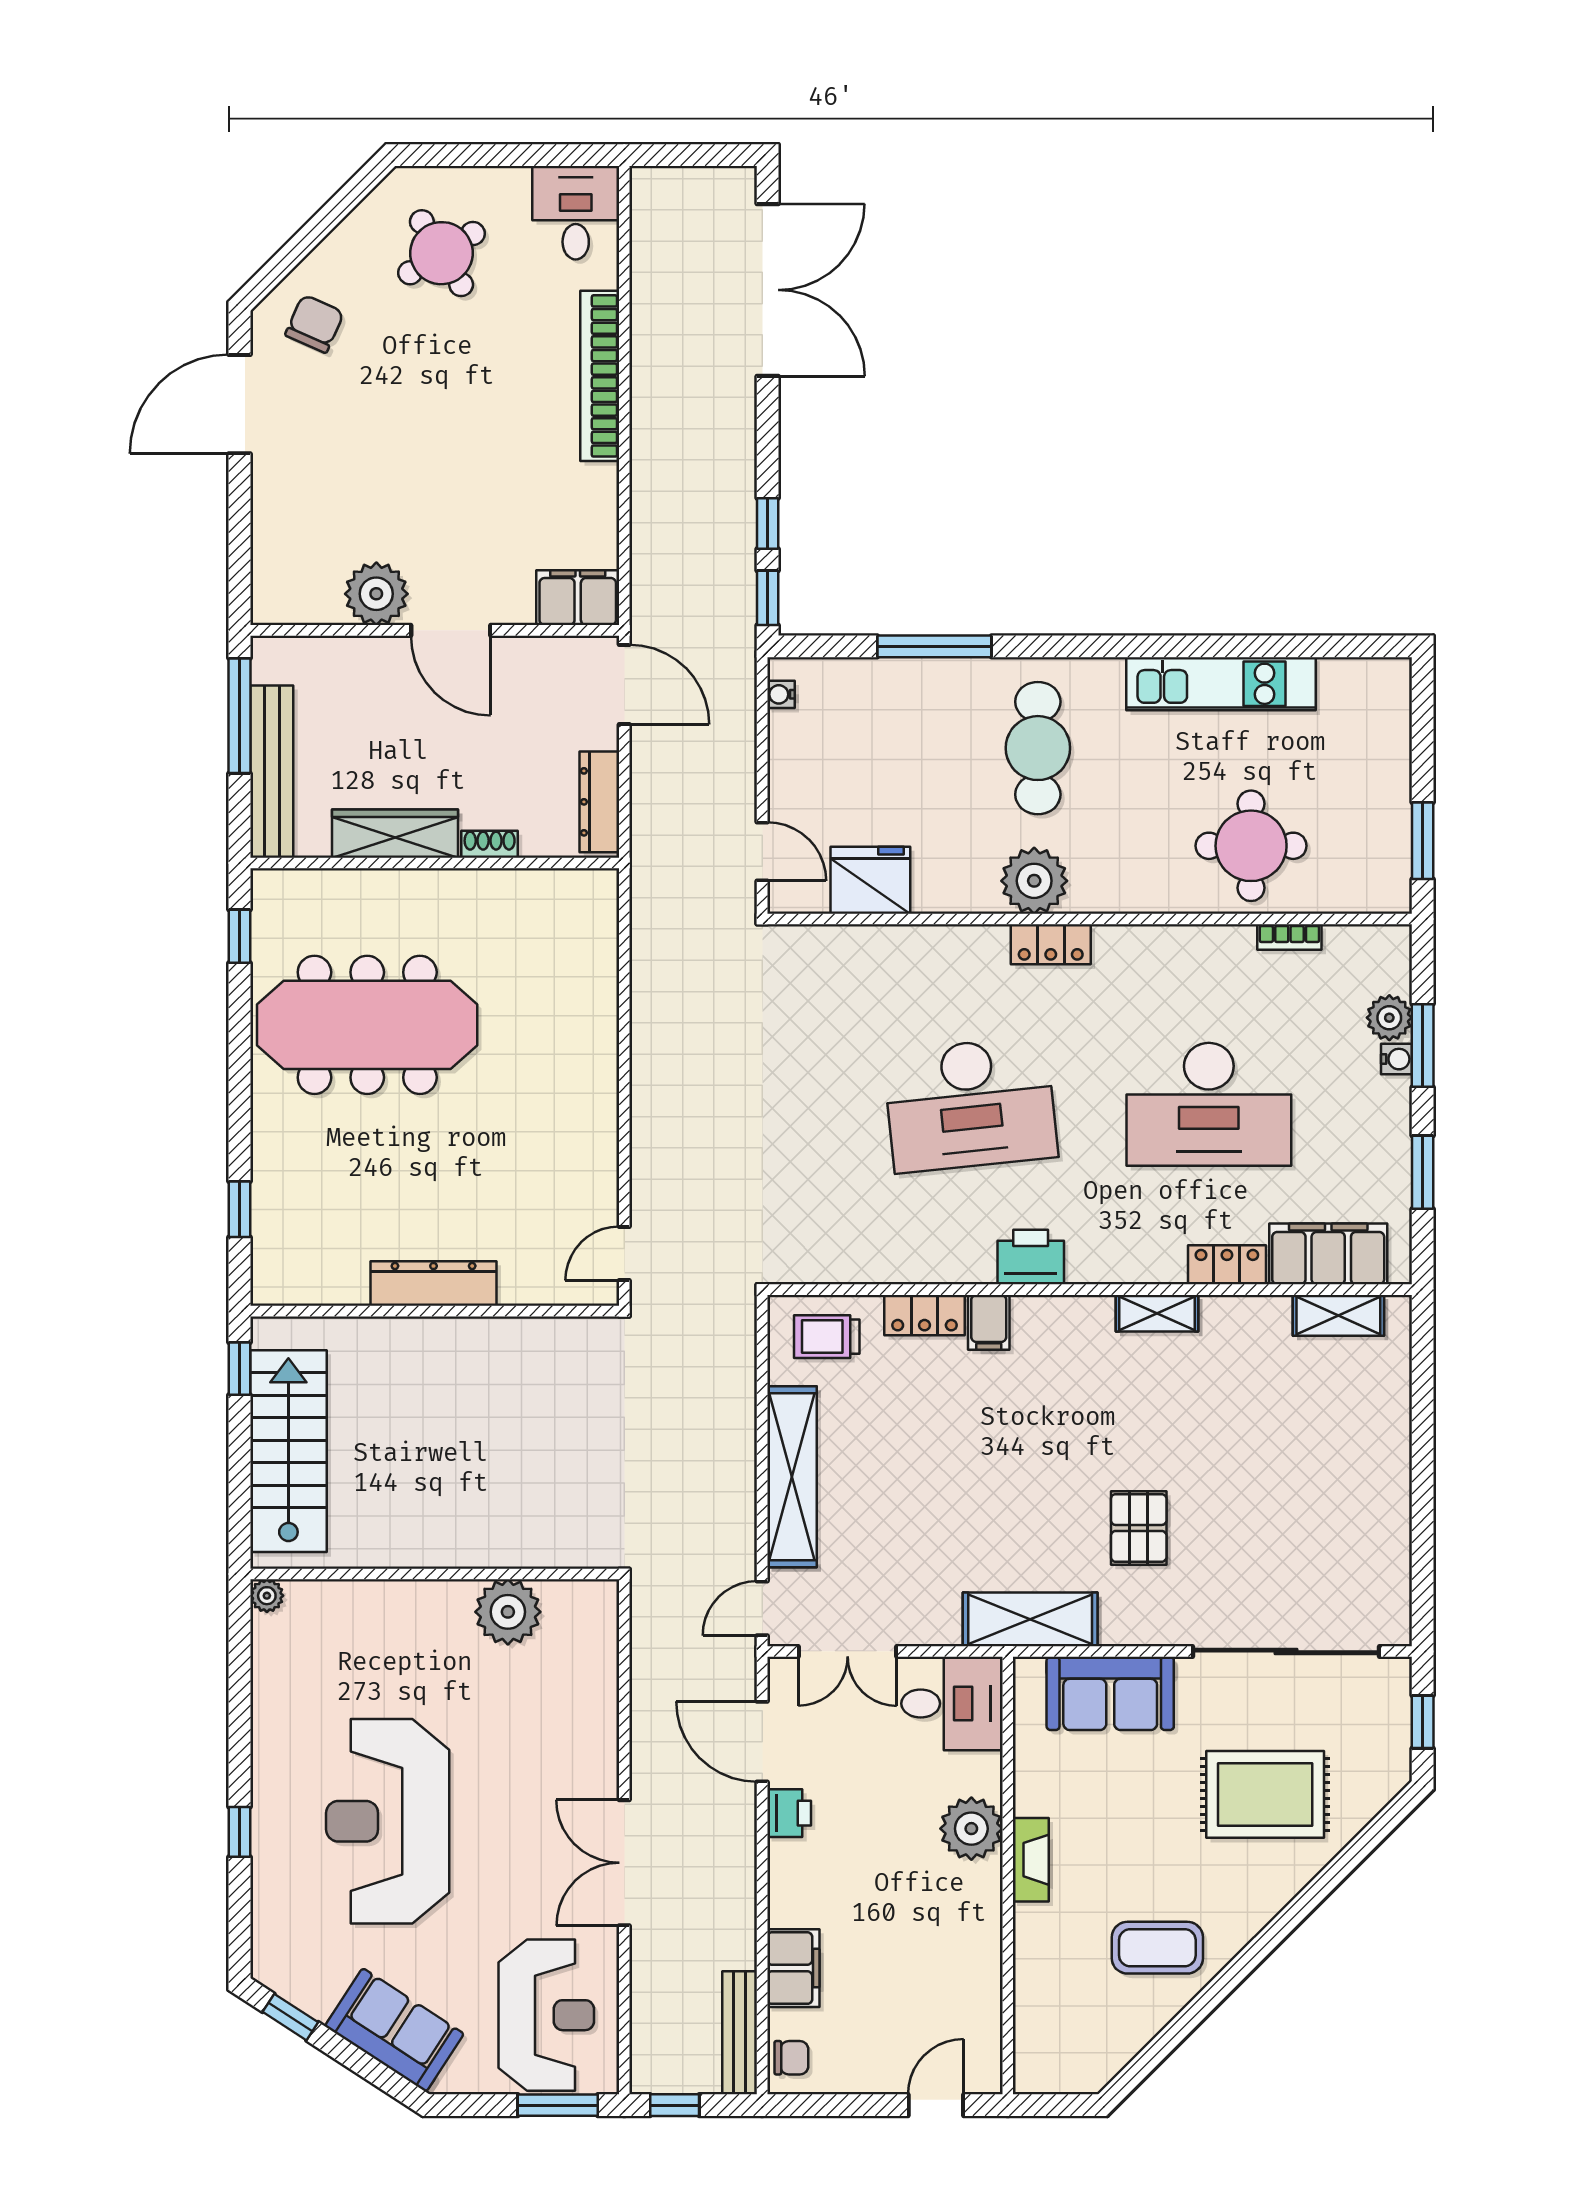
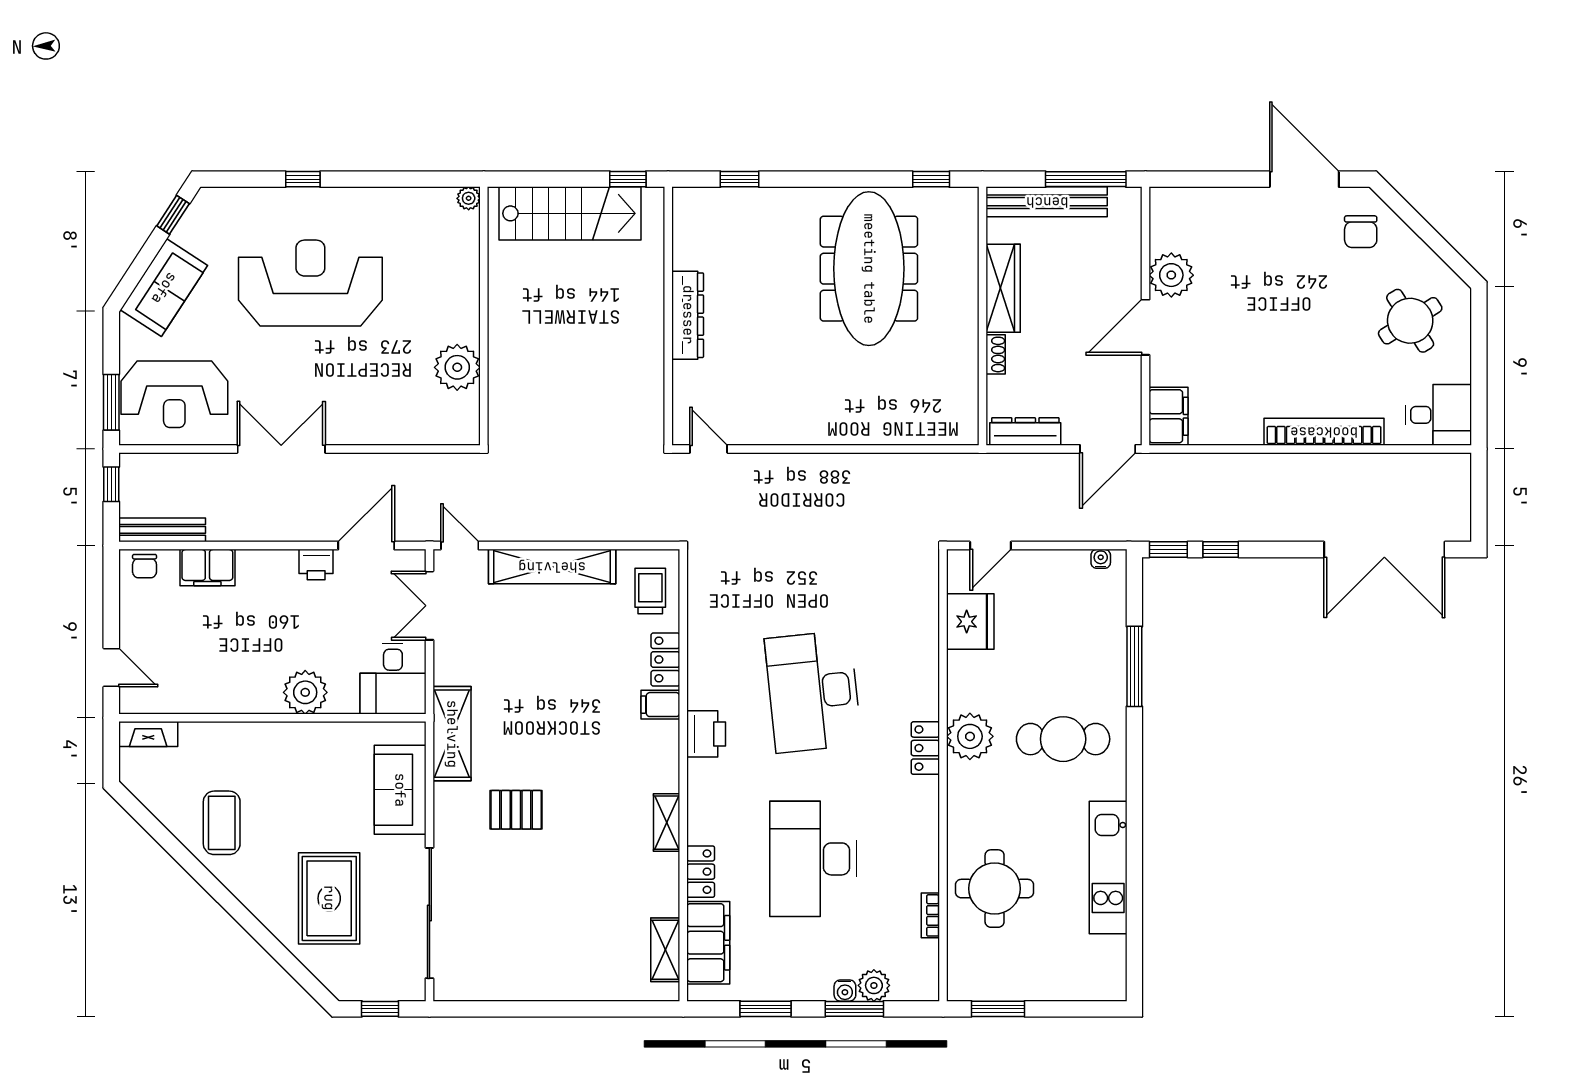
chair: (315, 324) -> (1361, 232), turned 66
fireplace: (1031, 1860) -> (148, 734), moved

